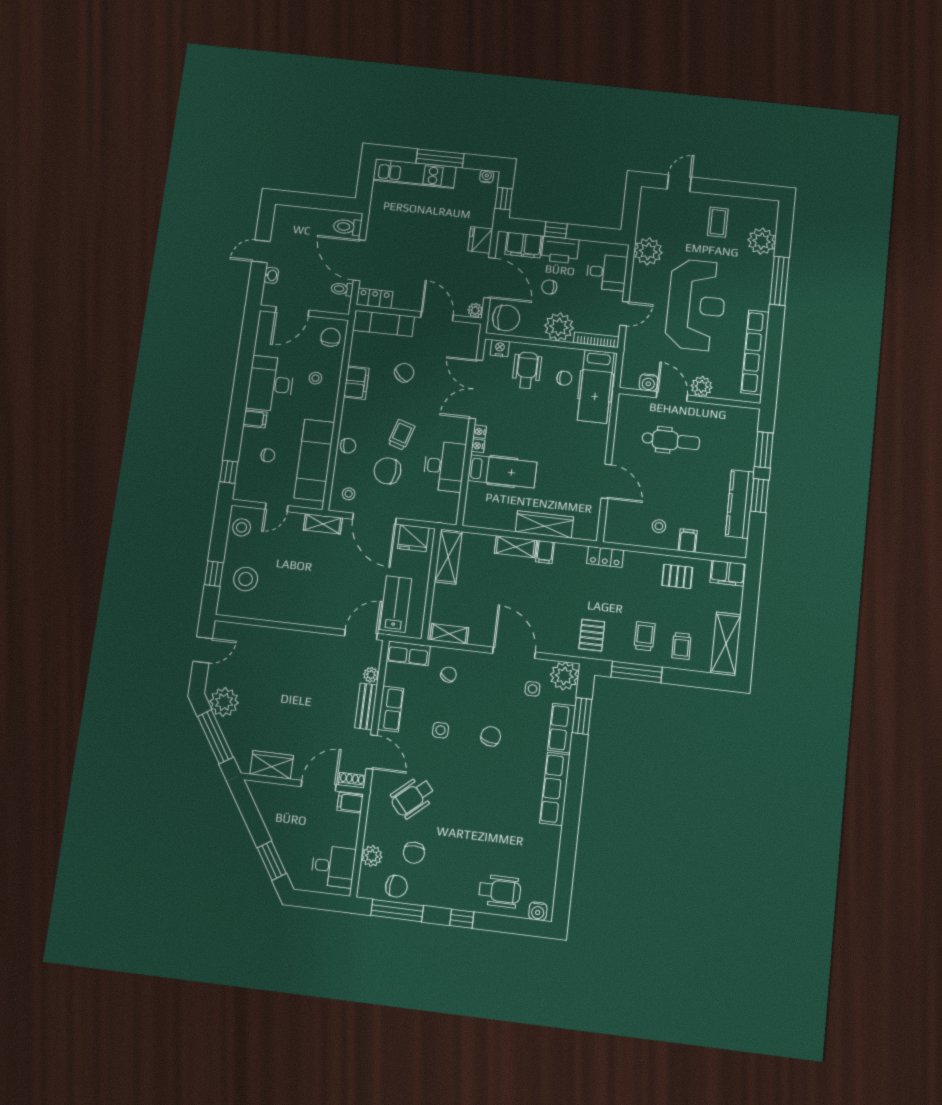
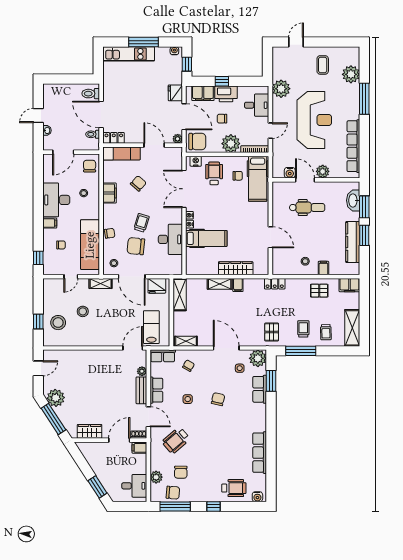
washbasin: (747, 438) -> (353, 200), added
stool: (242, 527) -> (83, 311), moved
row of seats: (555, 789) -> (260, 453), moved

